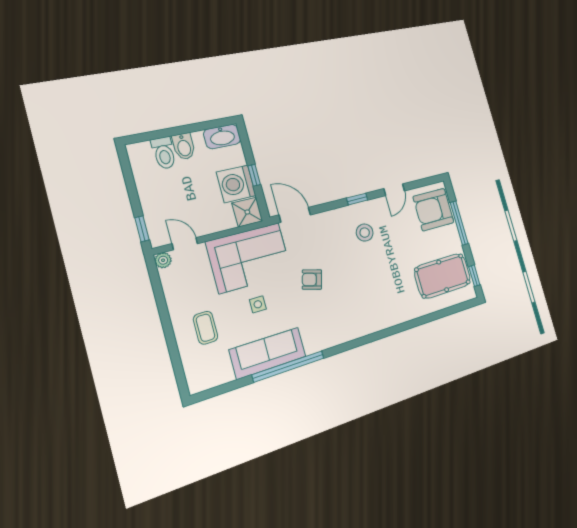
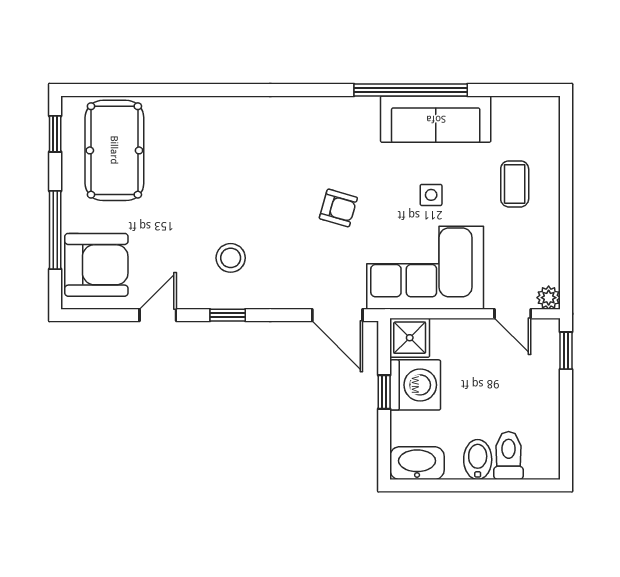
pool table: (443, 276) -> (114, 150), turned 90

